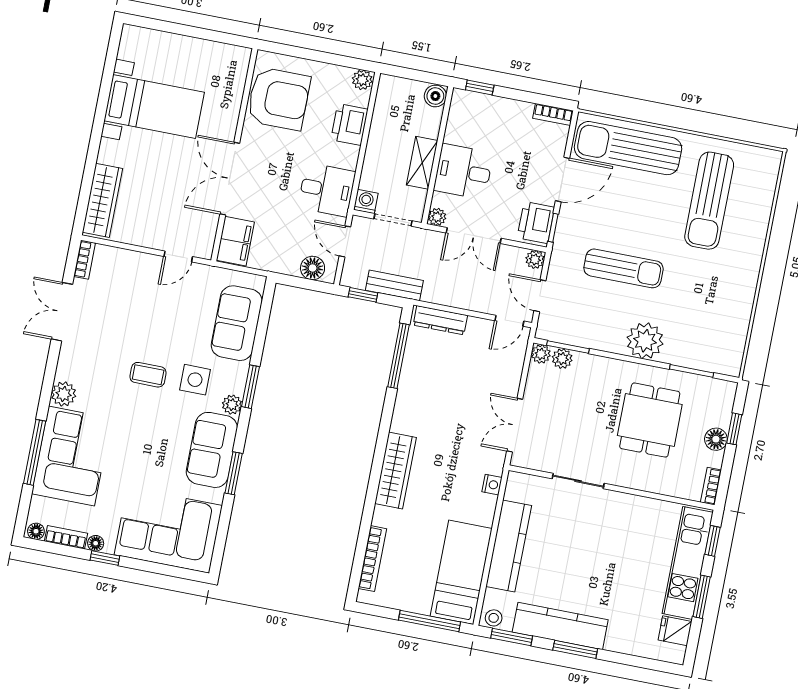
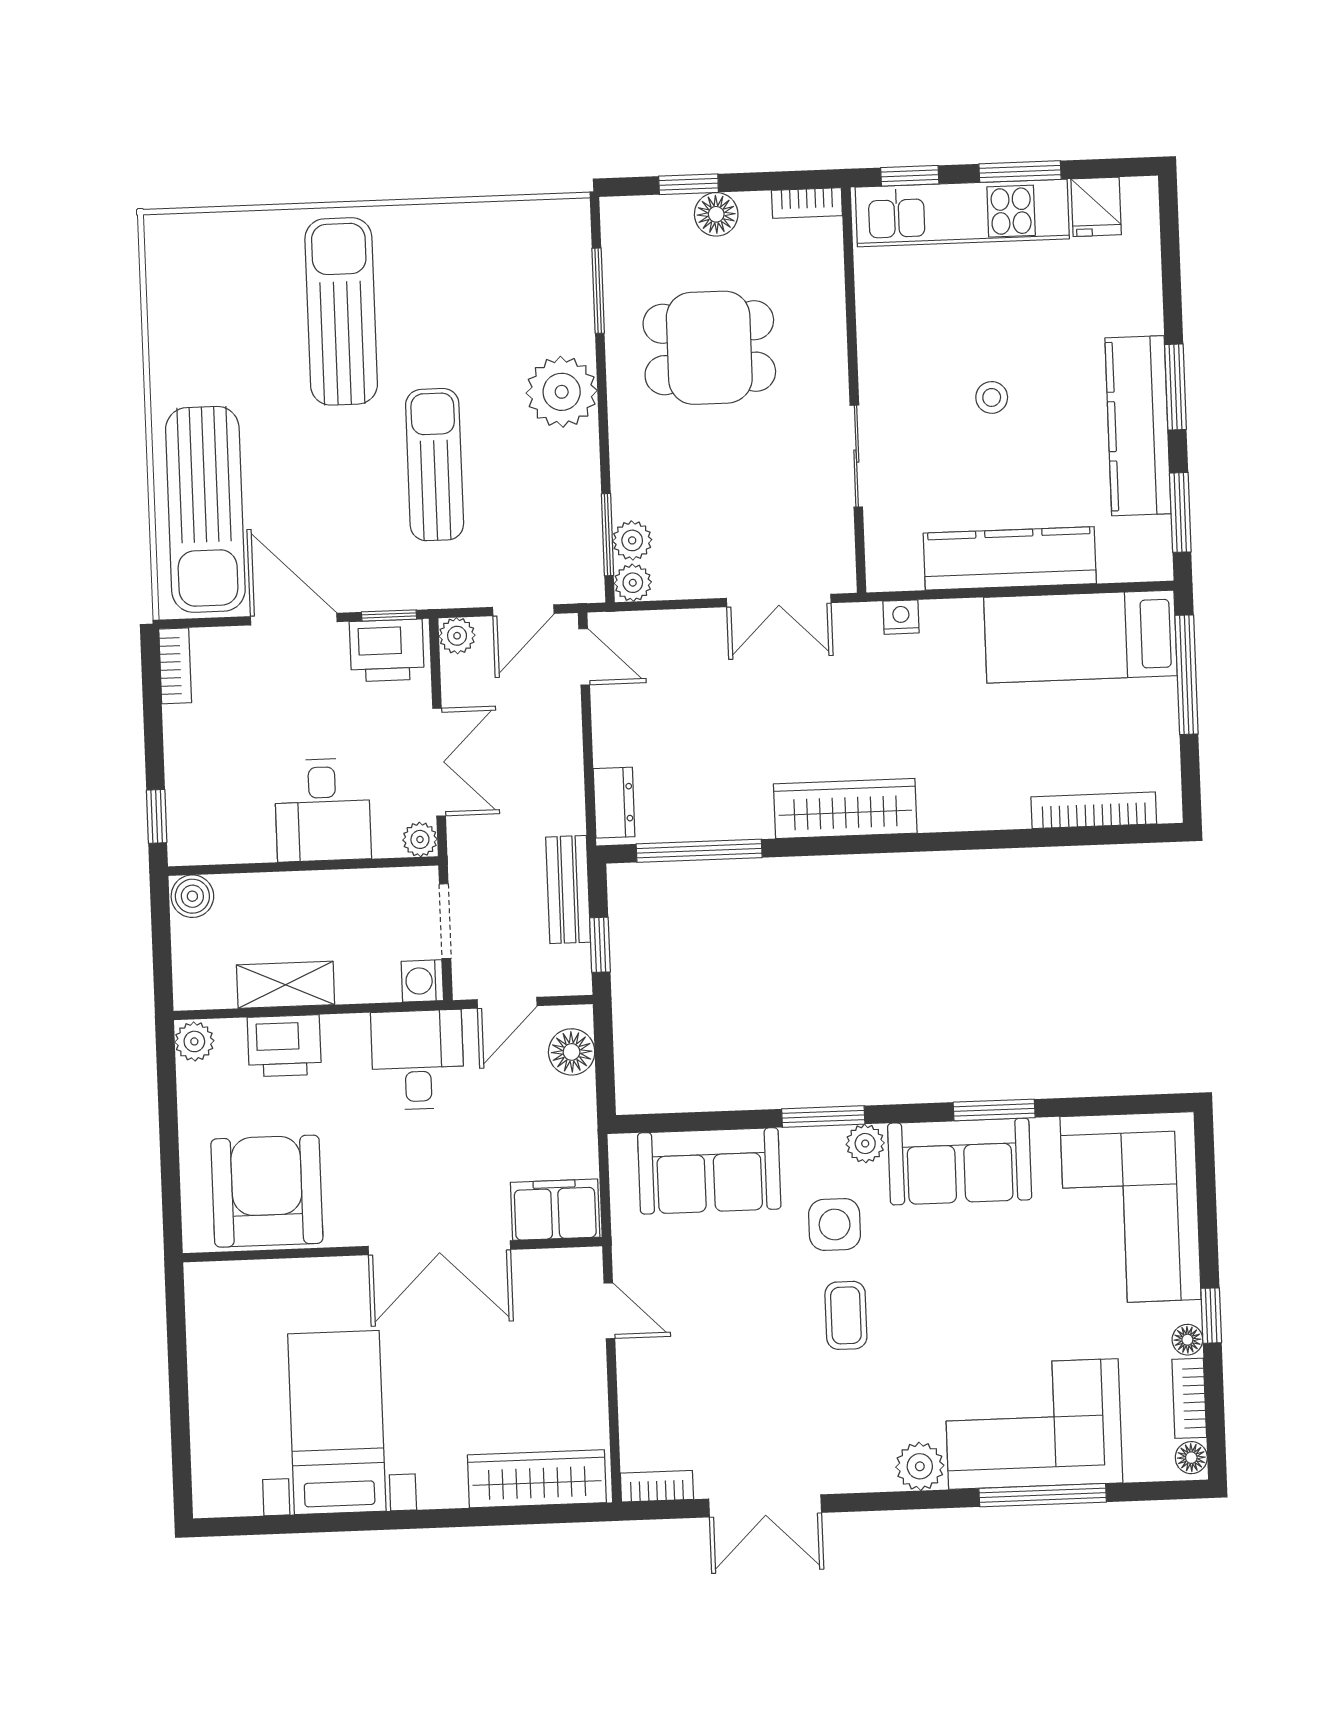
shelving: (422, 163) -> (286, 985), moved
sun lounger: (709, 201) -> (341, 311), moved, turned -90
dresser: (440, 320) -> (614, 803), width x0.70
wardrobe: (395, 471) -> (845, 808), moved
stool: (494, 618) -> (992, 397), moved

